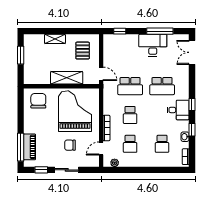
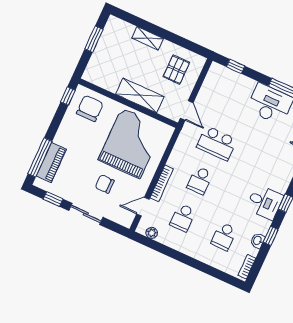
school desk: (162, 86) -> (258, 162), removed
window: (21, 99) -> (68, 96), added

